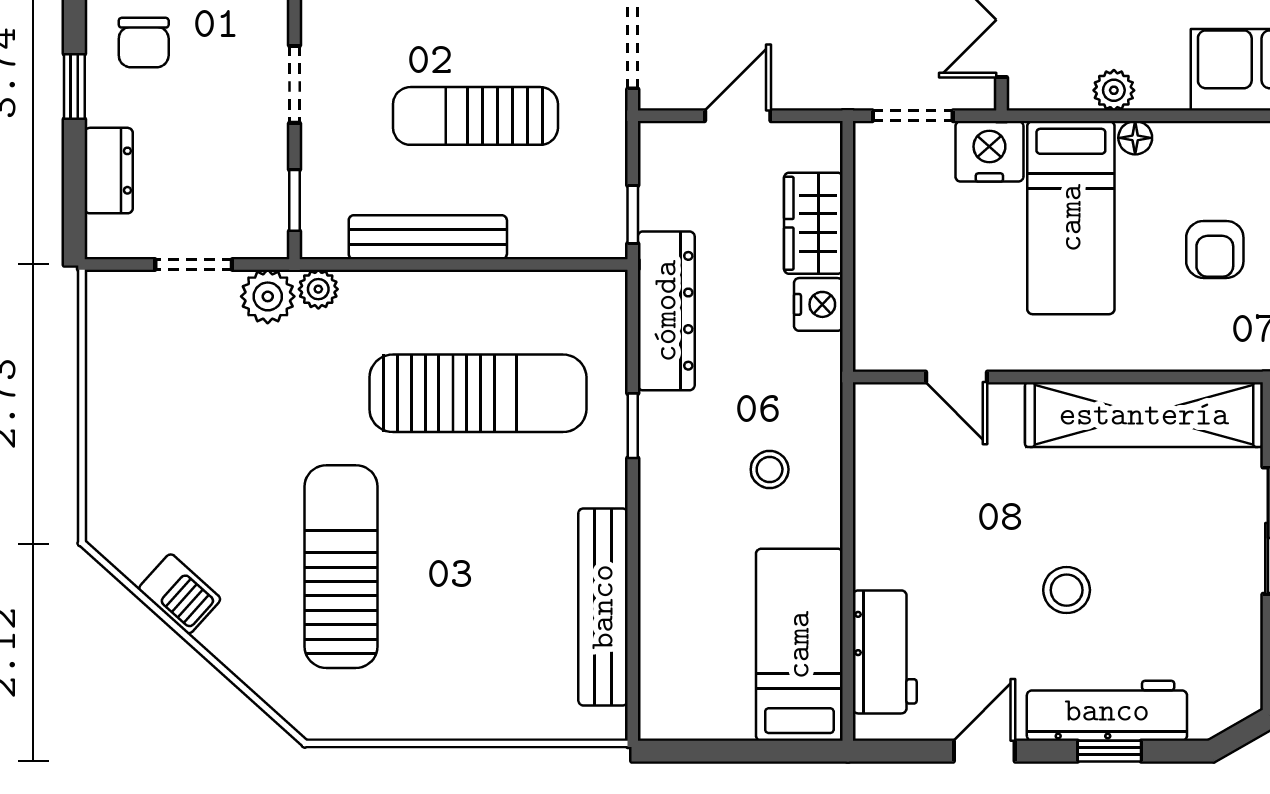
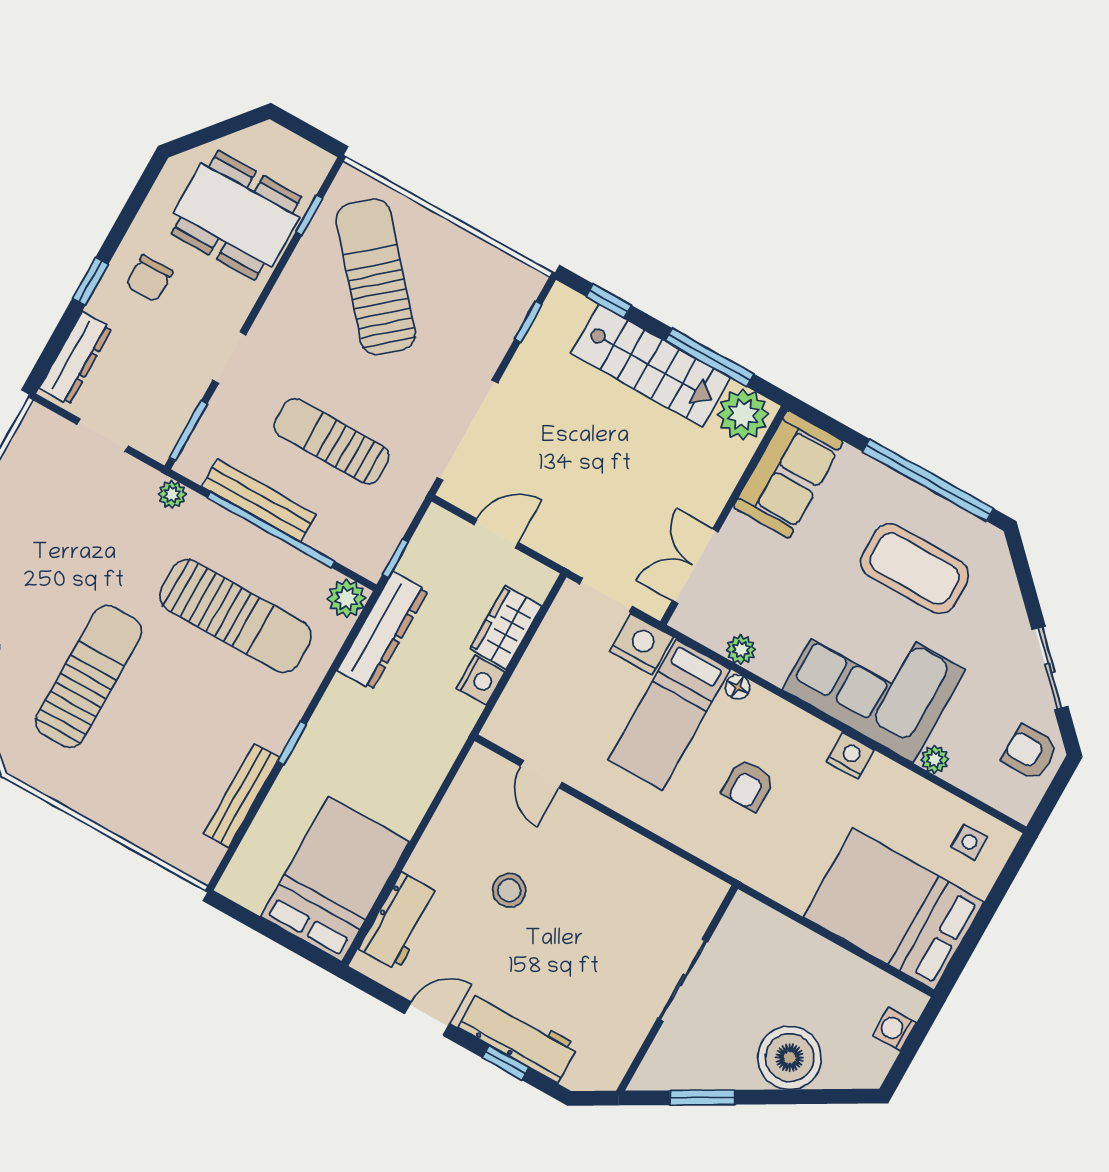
dresser: (109, 171) -> (76, 358), width x1.44
window: (295, 200) -> (188, 430), width x1.50
window: (462, 264) -> (271, 530), added
plant: (268, 296) -> (347, 598), moved
shelving: (1144, 415) -> (646, 864), removed
window: (633, 426) -> (292, 743), moved
stool: (770, 469) -> (392, 766), removed
stool: (1067, 590) -> (509, 890), moved
bench: (603, 607) -> (241, 795), width x0.73, depth x0.82
bed: (799, 645) -> (335, 879), width x1.50

